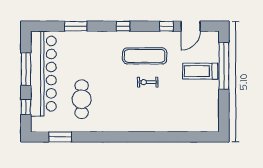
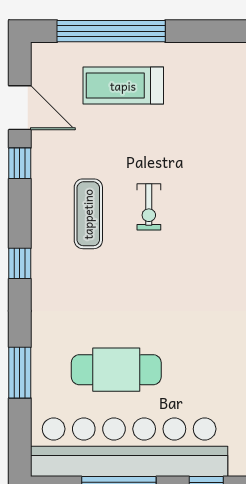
exercise mat: (145, 56) -> (88, 214), width x0.73, depth x0.69
treadmill: (200, 71) -> (123, 86), turned 90
cafe table: (82, 99) -> (116, 370), moved

